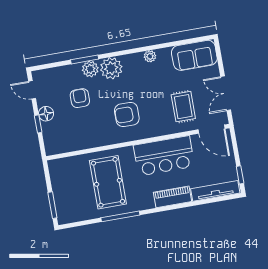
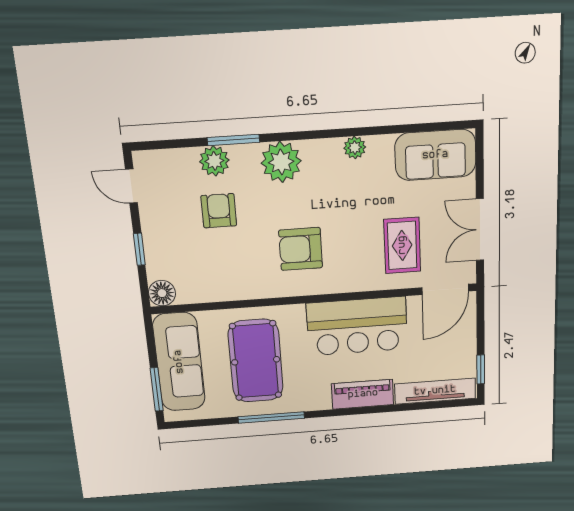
plant: (90, 69) -> (214, 161), moved
floor lamp: (46, 114) -> (162, 293), moved
door: (211, 129) -> (445, 289), hinge flipped
sofa: (64, 187) -> (179, 362), added

